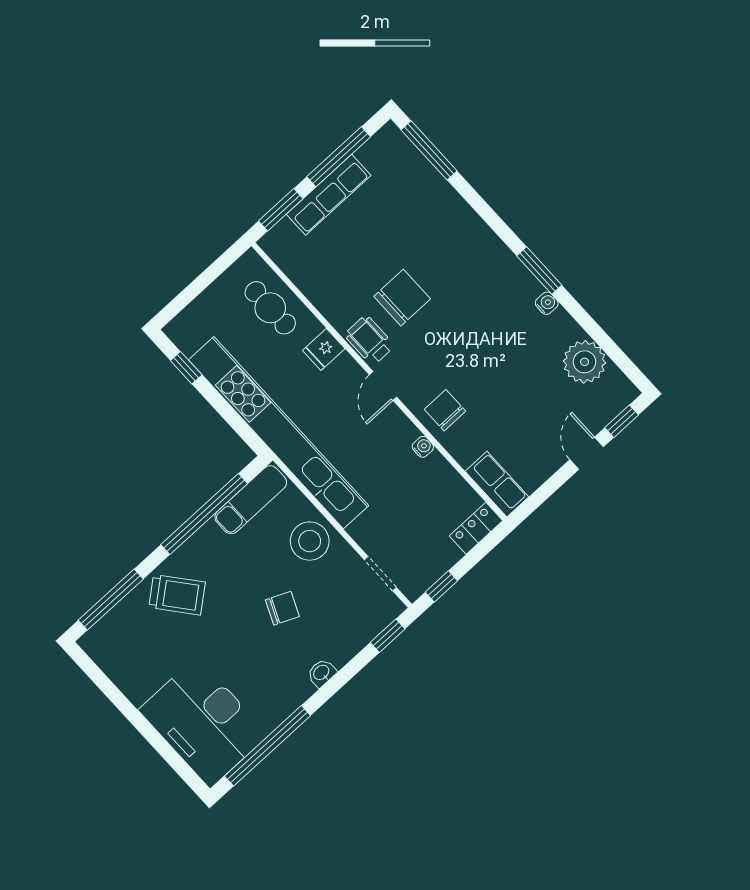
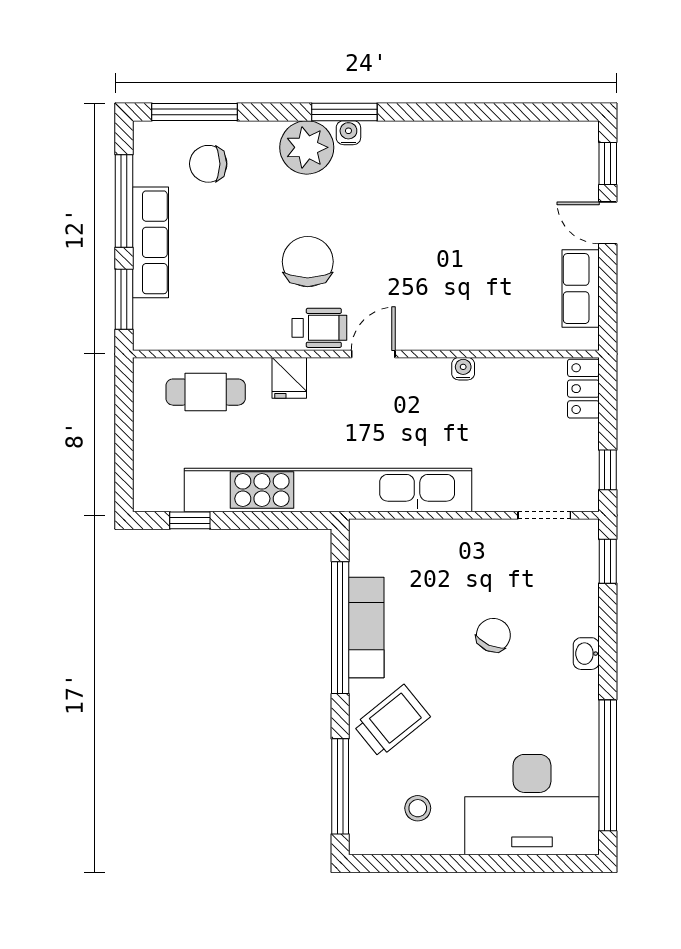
window: (539, 271) -> (344, 112), moved
water cooler: (547, 303) -> (348, 133), moved
wheelchair: (369, 340) -> (319, 328), turned 180
plant: (585, 362) -> (307, 147), moved
door: (383, 386) -> (373, 354), swing flipped
chair: (445, 410) -> (208, 164), moved
row of seats: (497, 484) -> (581, 289), moved, turned -90
exam couch: (251, 500) -> (366, 628), moved
stool: (310, 541) -> (418, 808), moved, width x0.53, depth x0.53

